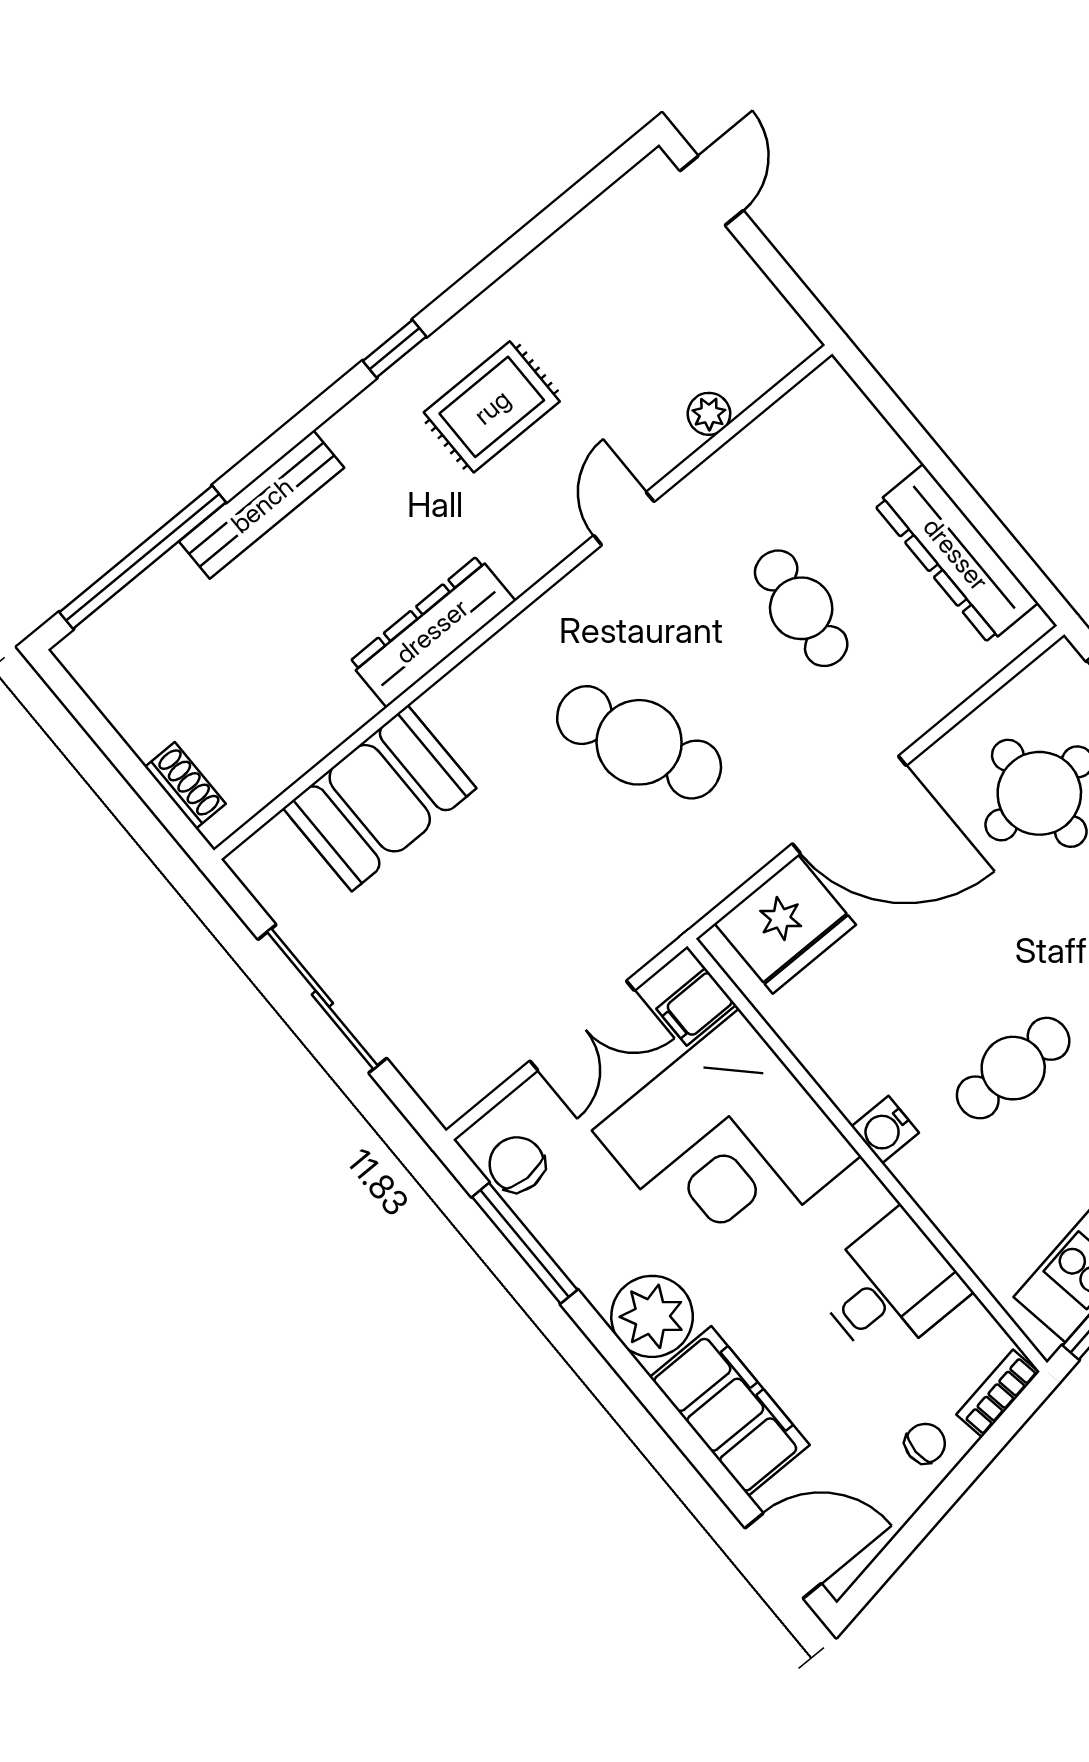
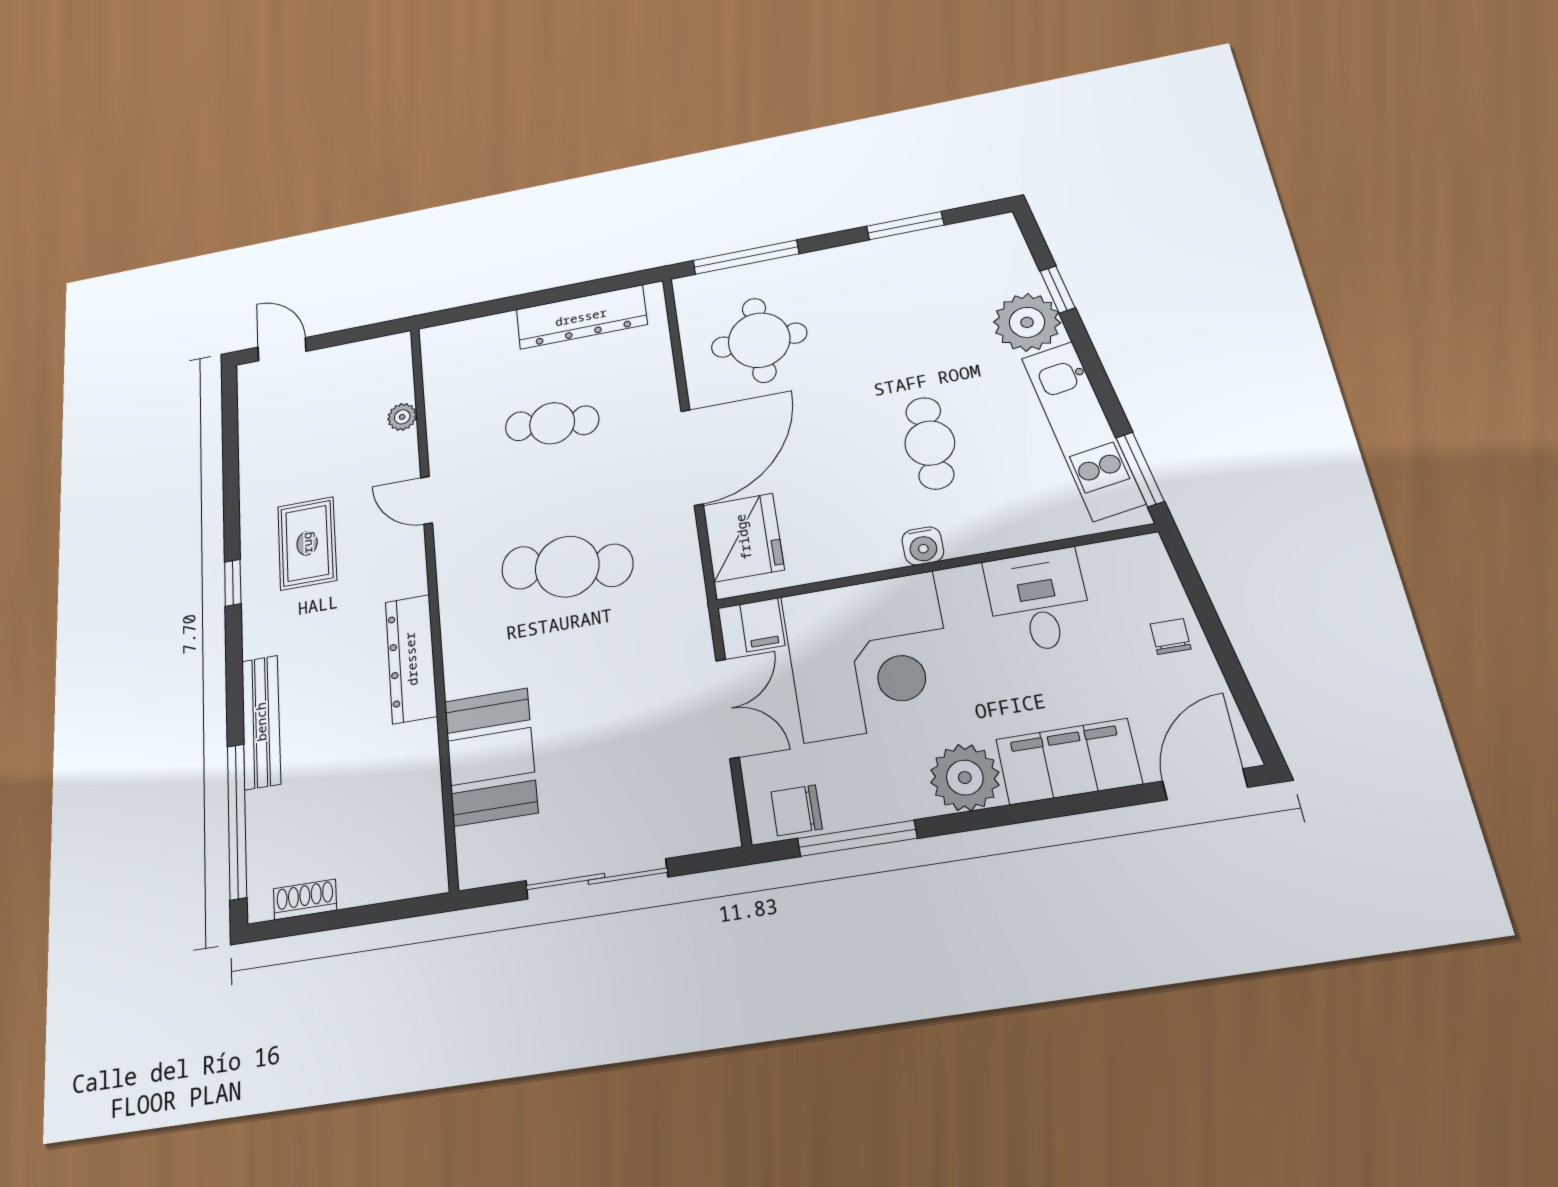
cafe table: (639, 742) -> (567, 567), turned 33
shoe rack: (185, 785) -> (305, 899), moved
bookcase: (998, 1393) -> (1160, 568), removed

